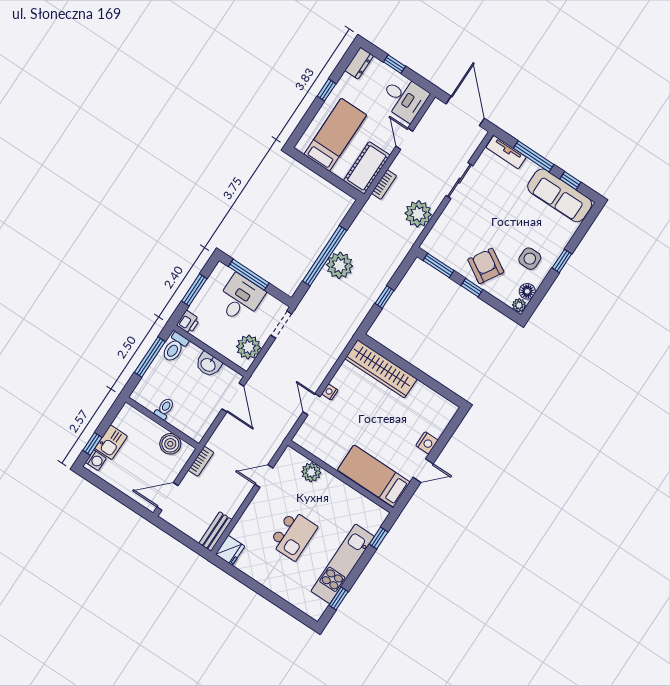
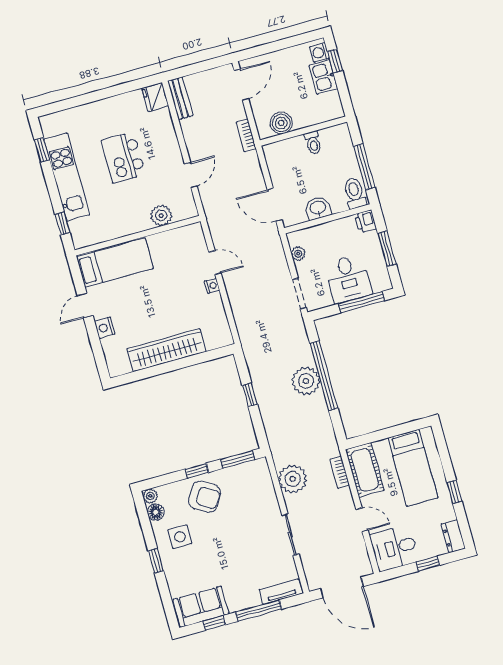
sofa: (560, 195) -> (201, 607), width x0.73
plant: (248, 347) -> (298, 254), width x0.53, depth x0.53
wardrobe: (381, 369) -> (167, 350), moved

